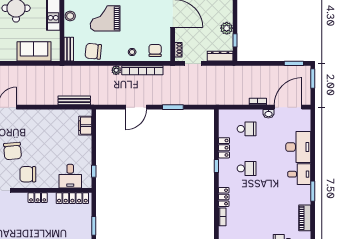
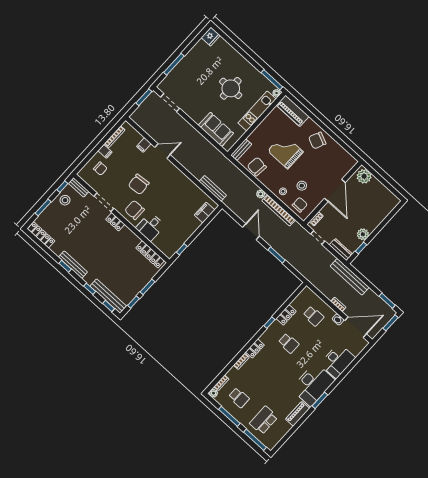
stool: (70, 16) -> (302, 186), moved
bench: (247, 71) -> (350, 277), added
door: (136, 107) -> (251, 232), swing flipped
desk: (299, 174) -> (313, 384), width x1.87, depth x1.30
desk: (70, 176) -> (150, 227), moved
locker: (38, 198) -> (115, 222), moved

